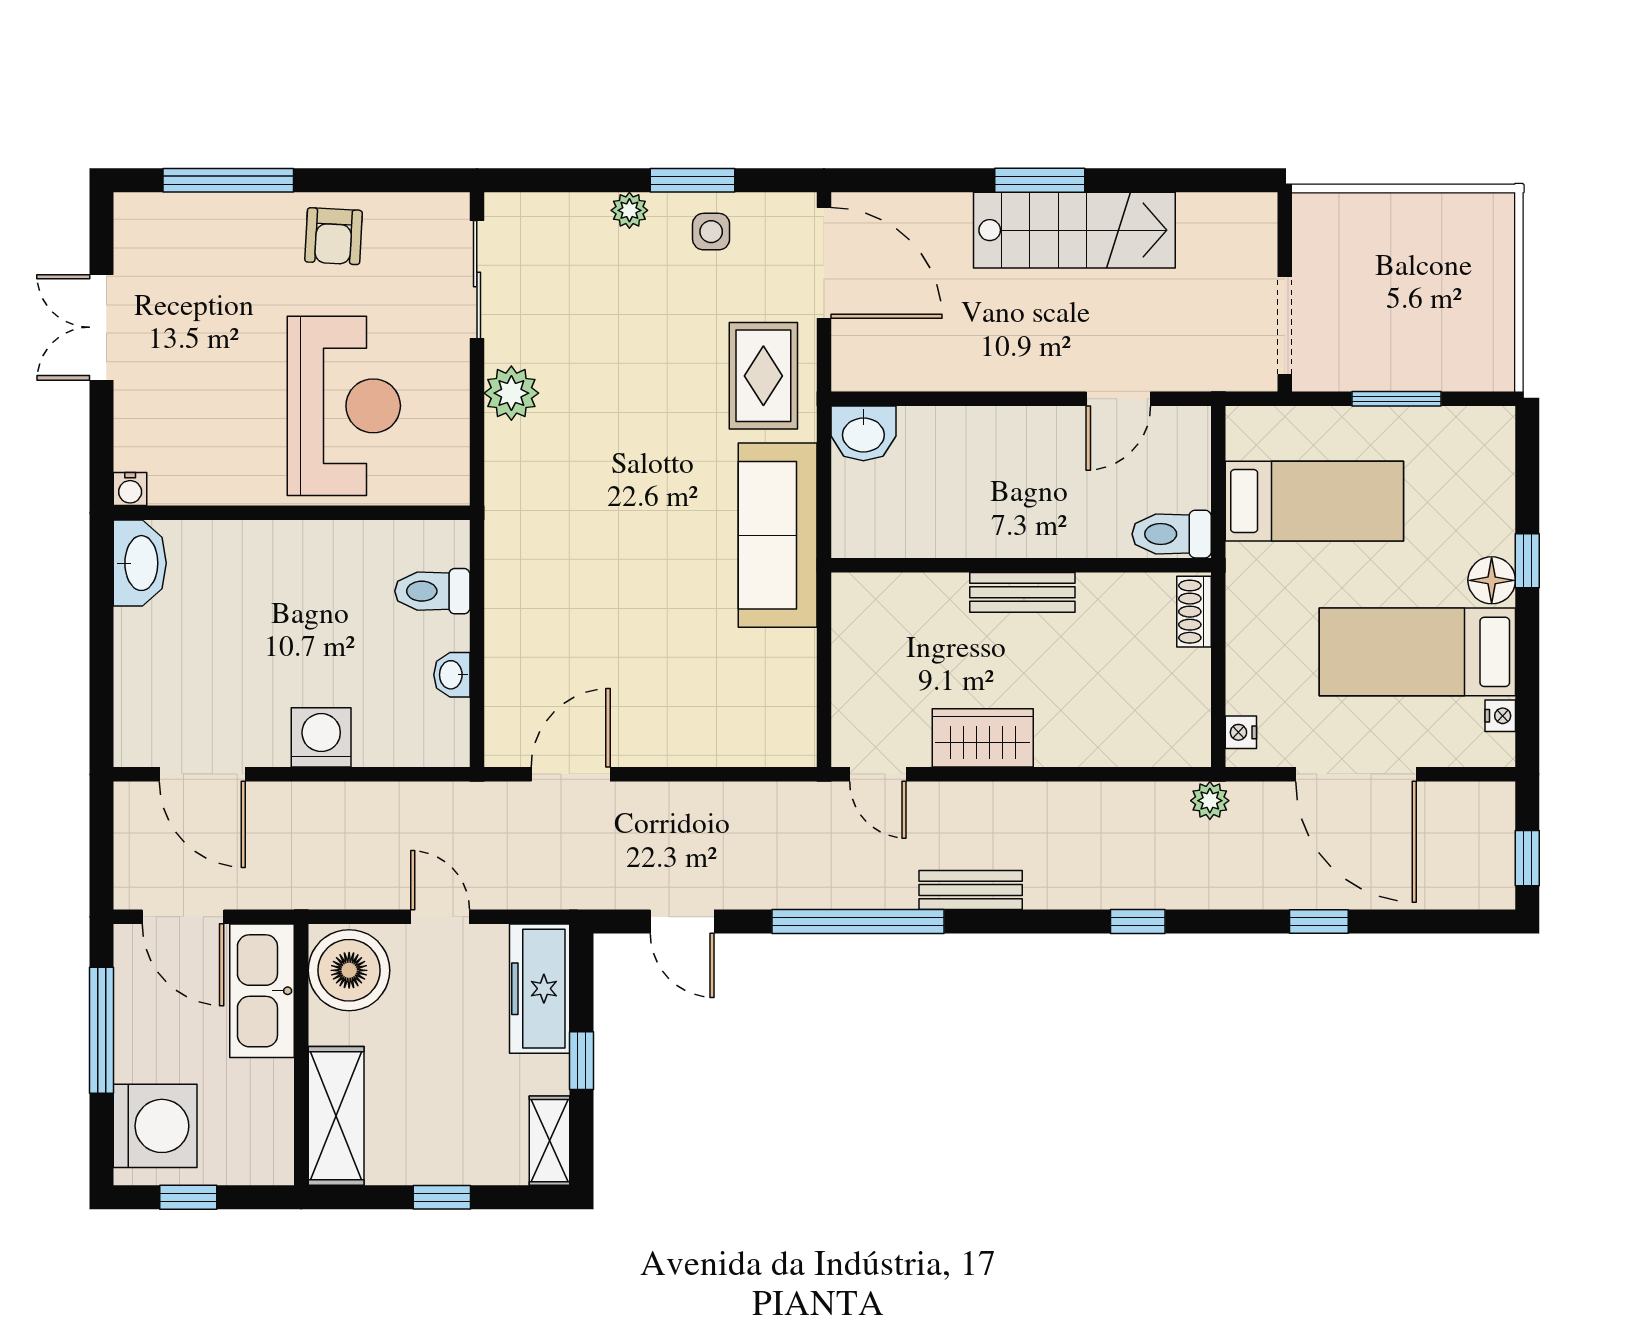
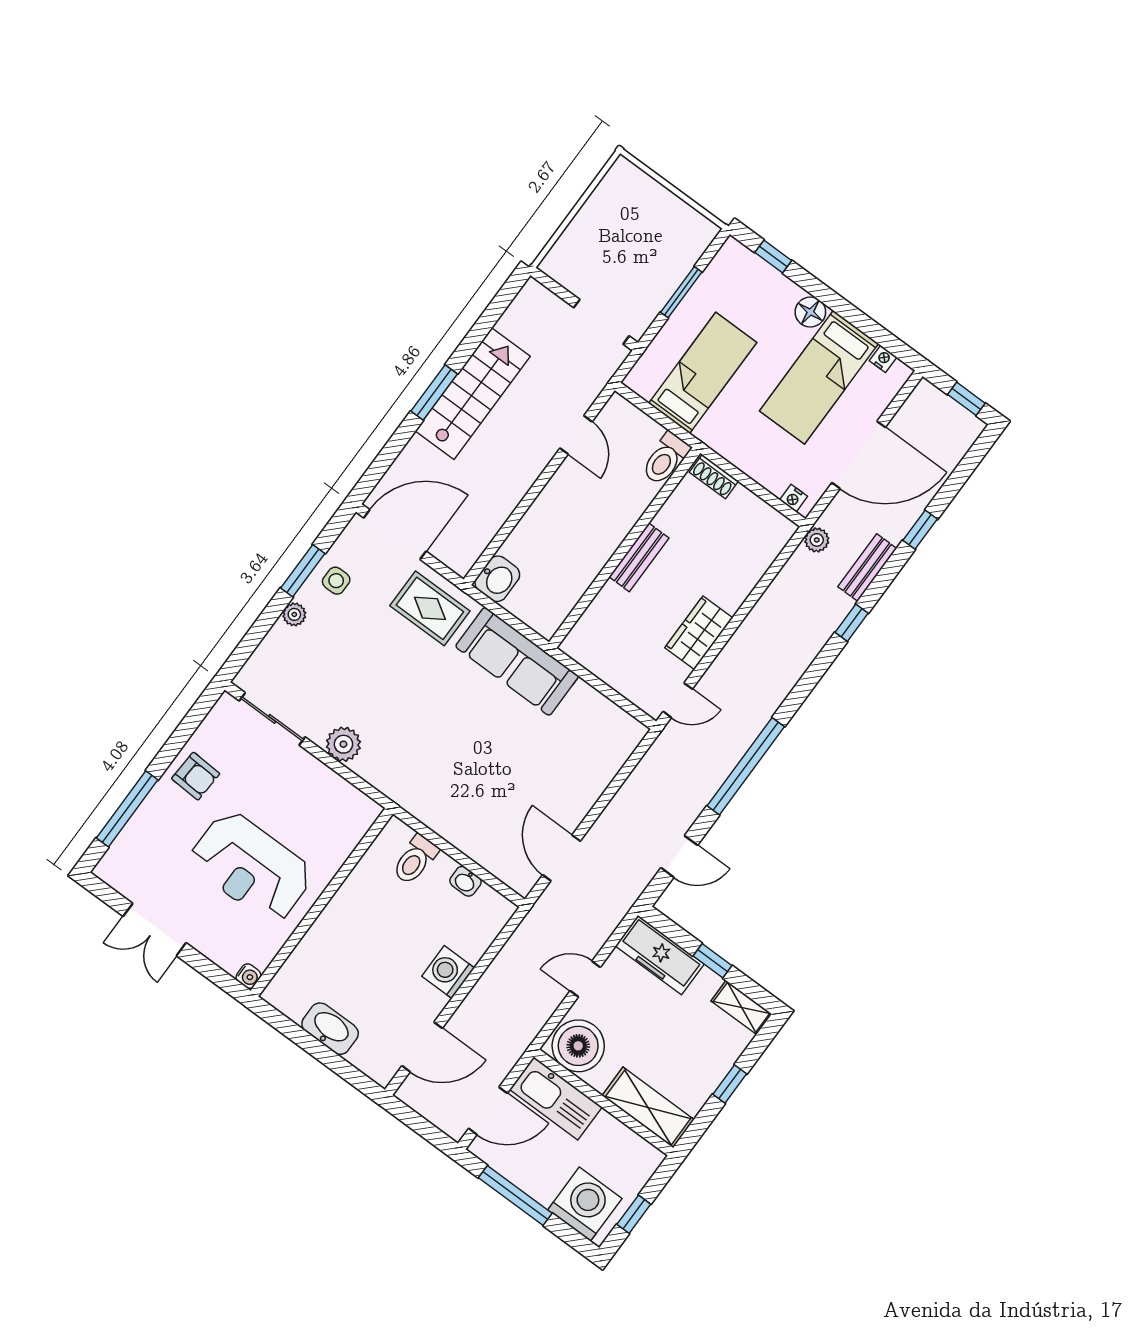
reception desk: (344, 406) -> (251, 867), moved, turned 180
window: (1527, 561) -> (773, 256), moved
washbasin: (140, 563) -> (330, 1029), moved
bench: (971, 890) -> (867, 568), moved

